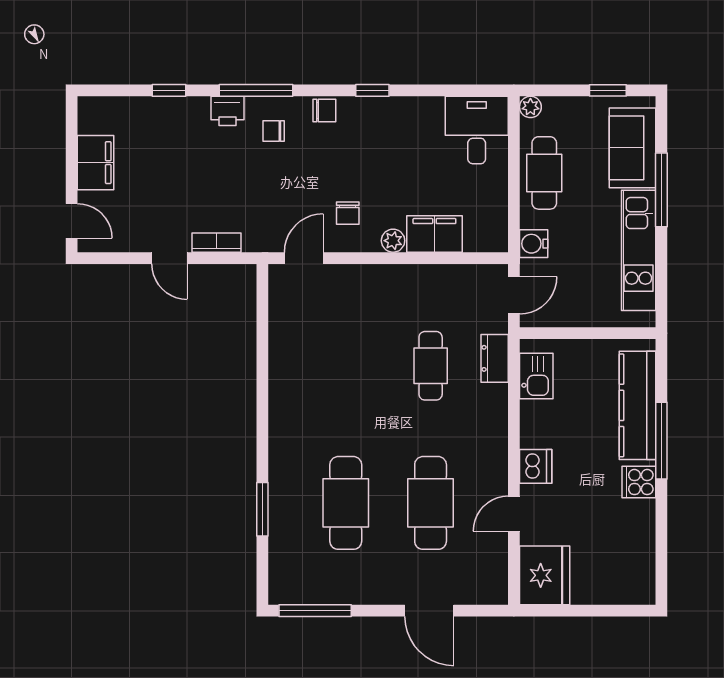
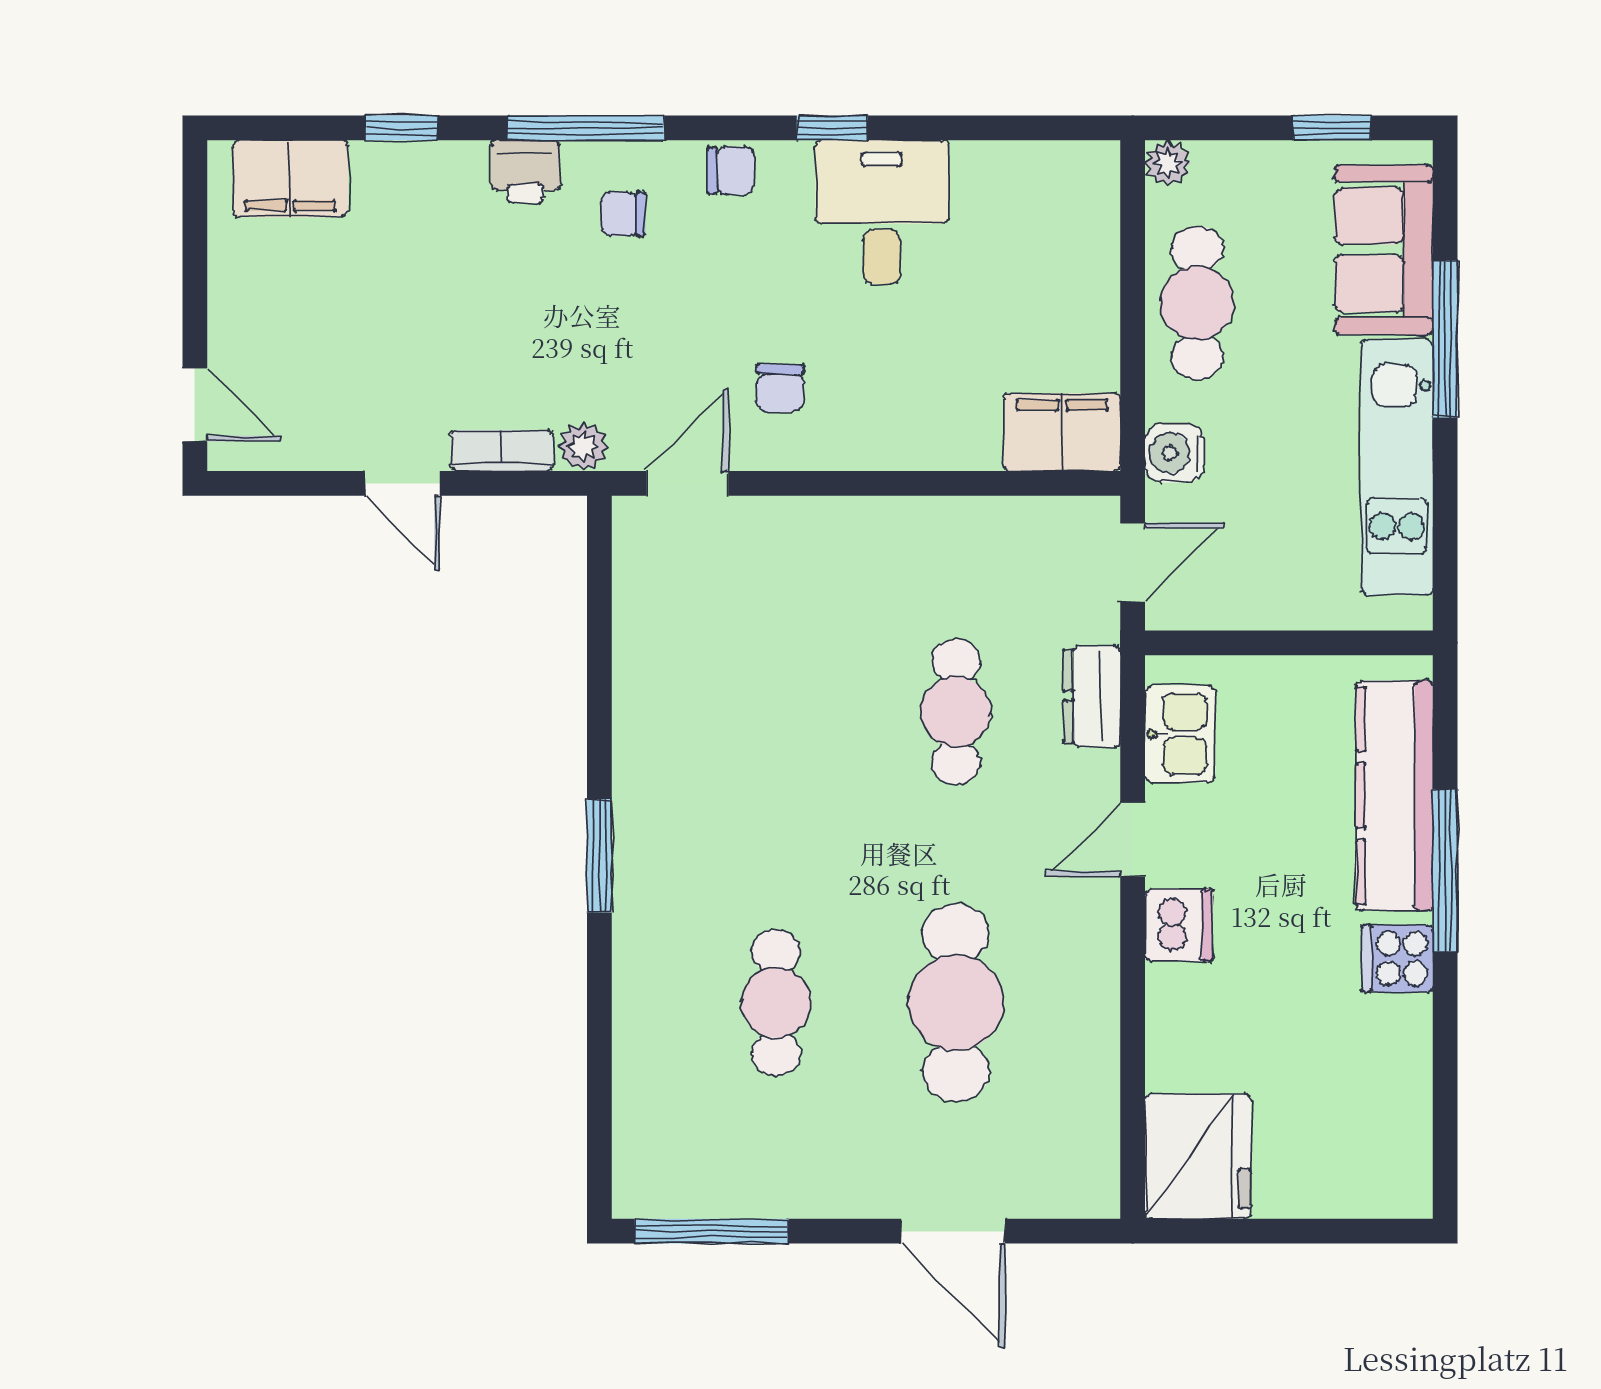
desk: (477, 130) -> (882, 212), moved
filing cabinet: (96, 163) -> (290, 179), moved, turned 90
filing cabinet: (434, 234) -> (1062, 432), moved
plant: (393, 241) -> (583, 447), moved
cafe table: (346, 503) -> (776, 1003), width x0.73, depth x0.74
window: (262, 509) -> (599, 856), moved
door: (514, 514) -> (1133, 840), moved

